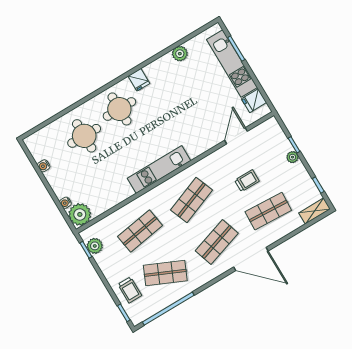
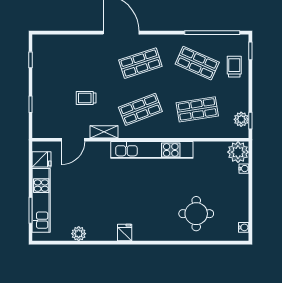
round table: (119, 109) -> (155, 218), removed
plant: (292, 157) -> (38, 95), removed
water cooler: (44, 166) -> (244, 227), moved
kitchen unit: (159, 169) -> (152, 150), width x1.36
shop shelf: (268, 211) -> (84, 63), removed
shelving: (315, 211) -> (104, 132), moved

